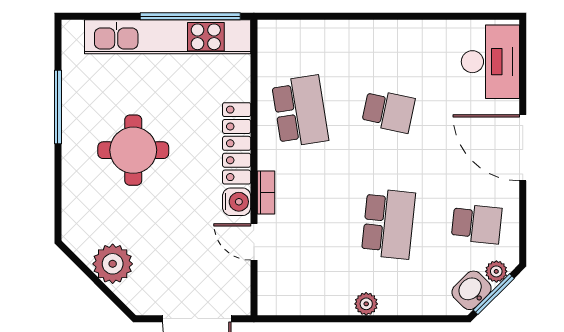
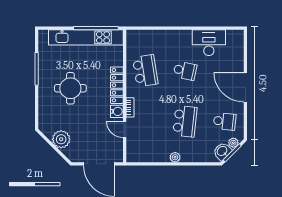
desk: (490, 62) -> (209, 43), moved, turned -90

